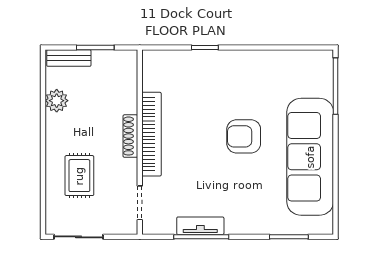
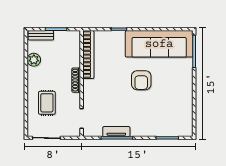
bookcase: (151, 134) -> (88, 55), moved
armchair: (244, 136) -> (141, 80), turned -90
sofa: (310, 157) -> (159, 44), moved, turned -90

